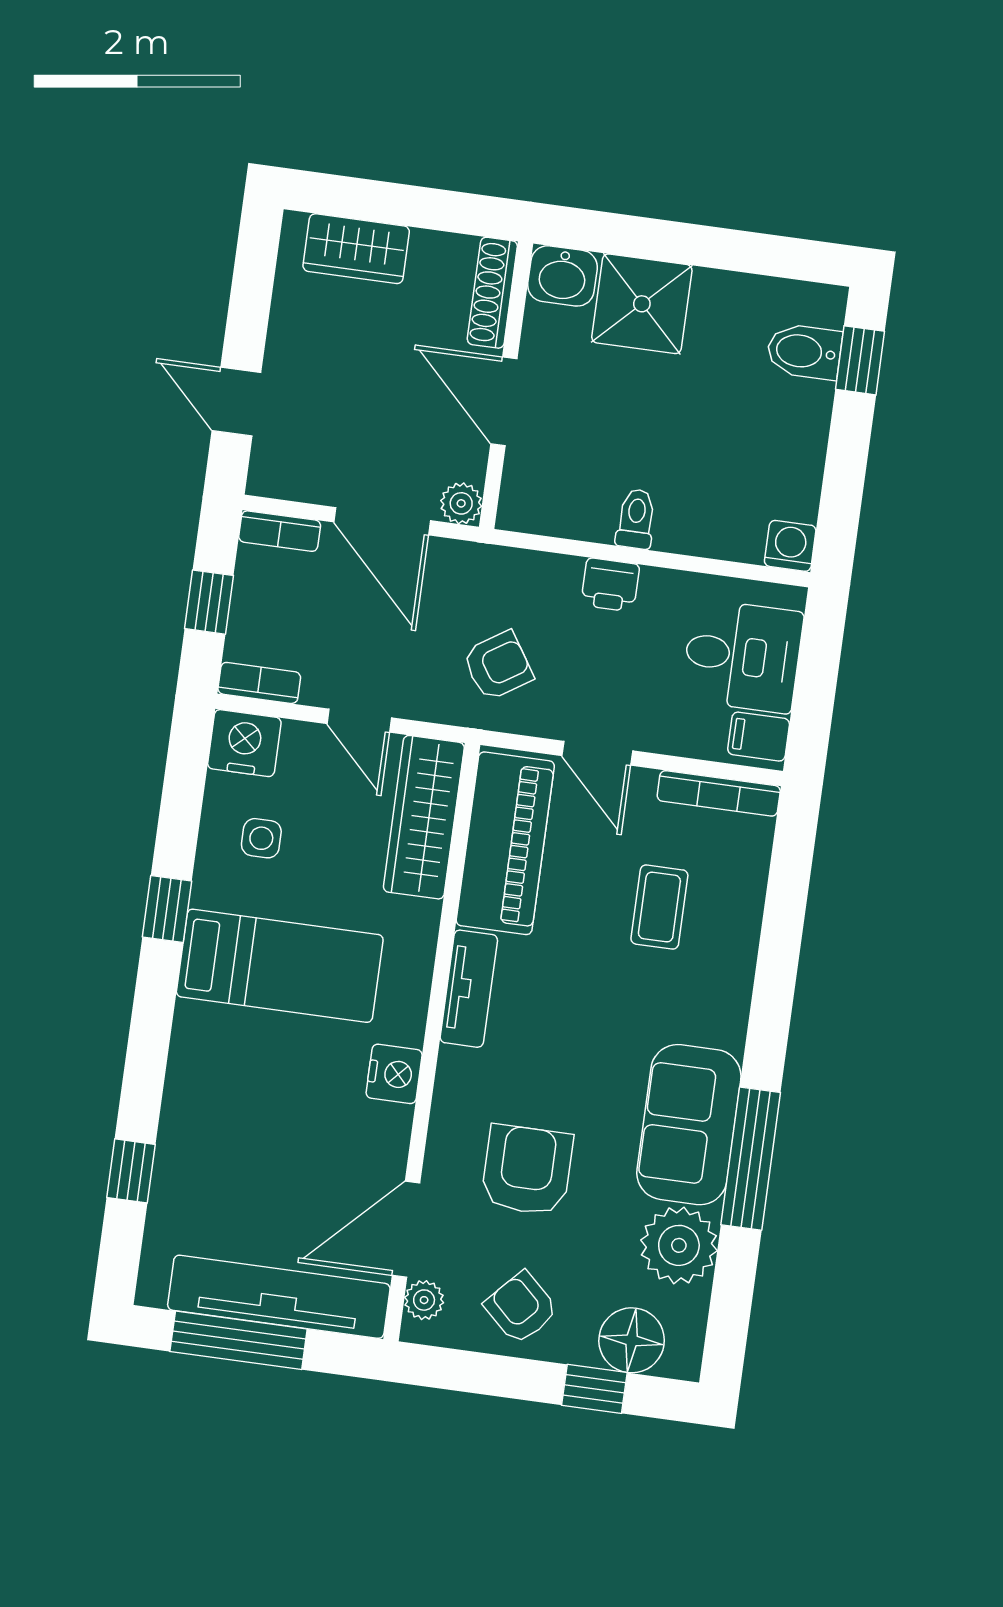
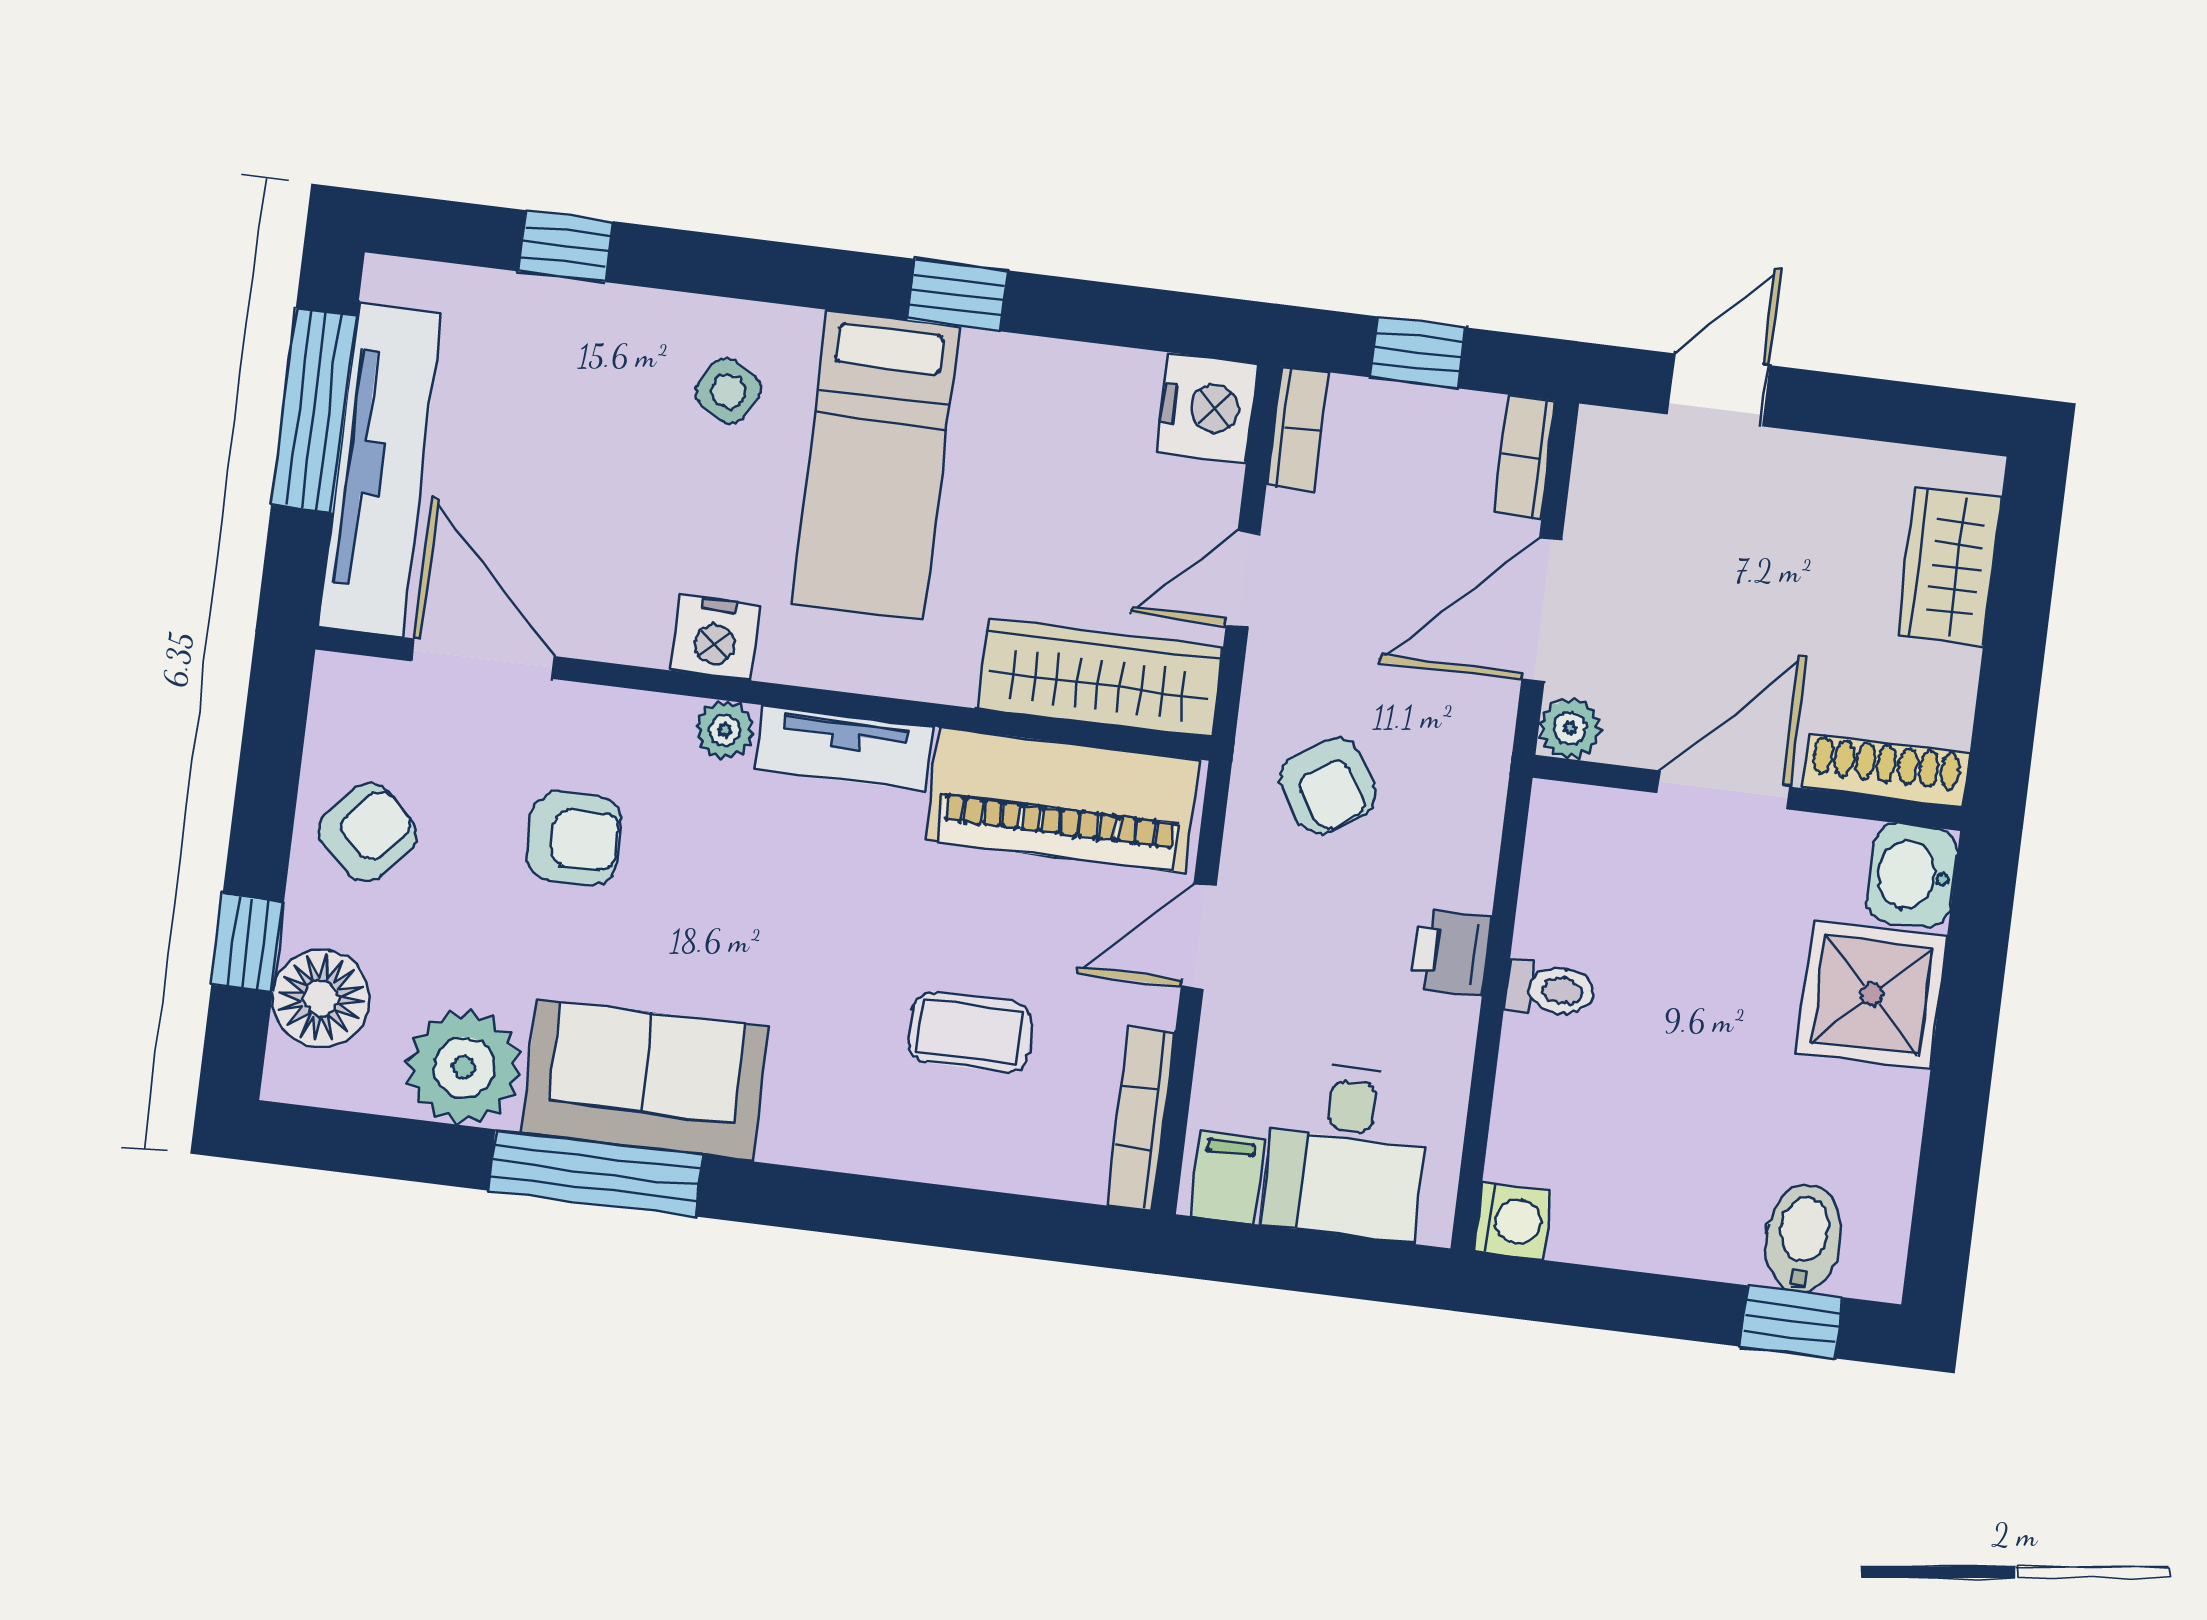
side table: (261, 838) -> (728, 391), moved, turned 31
armchair: (527, 1170) -> (574, 839), width x0.72, depth x0.72
plant: (424, 1300) -> (725, 730), moved

